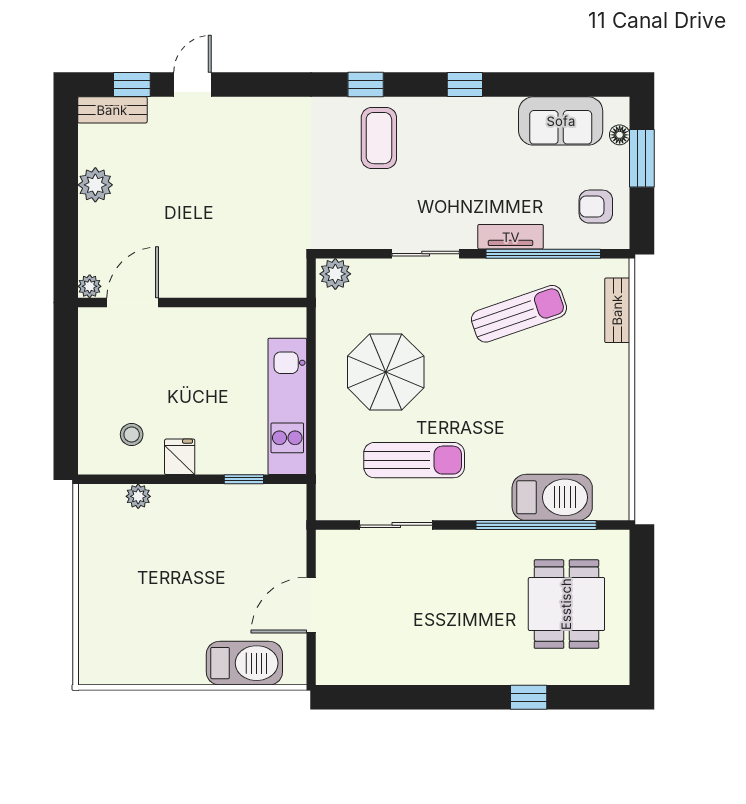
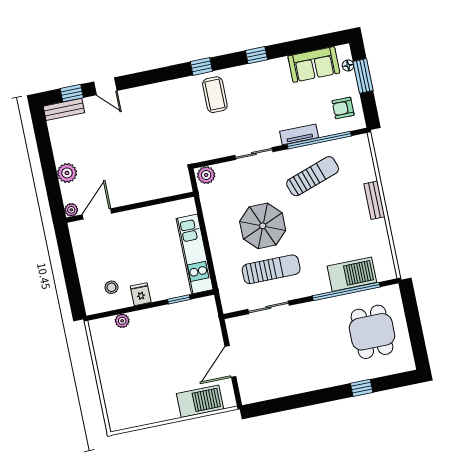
door: (193, 85) -> (105, 86), swing flipped
plant: (95, 185) -> (67, 173), moved
bench: (617, 310) -> (374, 200), moved
parasol: (386, 372) -> (263, 226), moved

